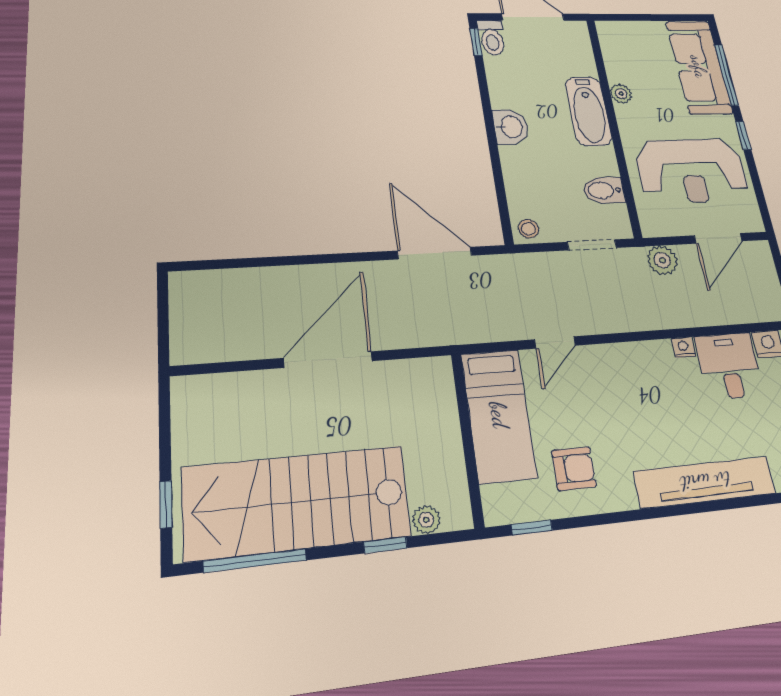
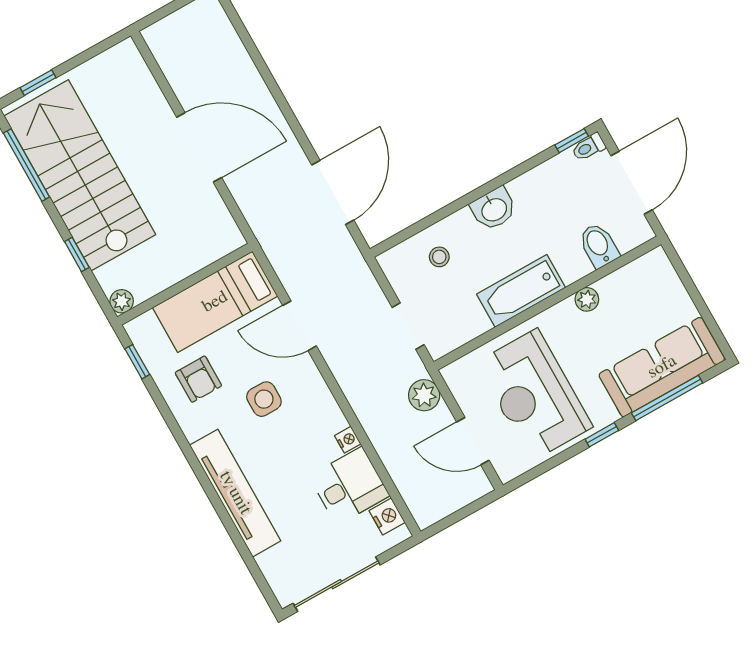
toilet: (492, 38) -> (589, 147), width x0.73, depth x0.72
bathtub: (588, 111) -> (521, 291), moved
bidet: (604, 190) -> (599, 245), moved
stool: (528, 229) -> (439, 257), moved
door: (555, 342) -> (300, 326), width x1.38
side table: (617, 410) -> (264, 399), added
plant: (426, 520) -> (122, 301), moved

